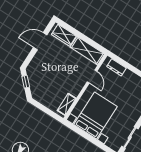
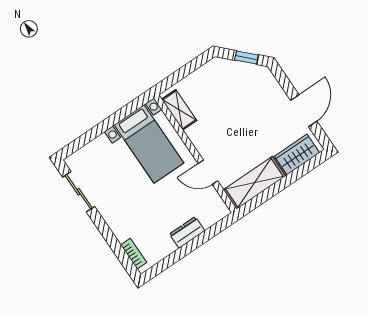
dresser: (117, 67) -> (187, 232), moved
bed with nightstands: (95, 116) -> (149, 144), width x0.73

